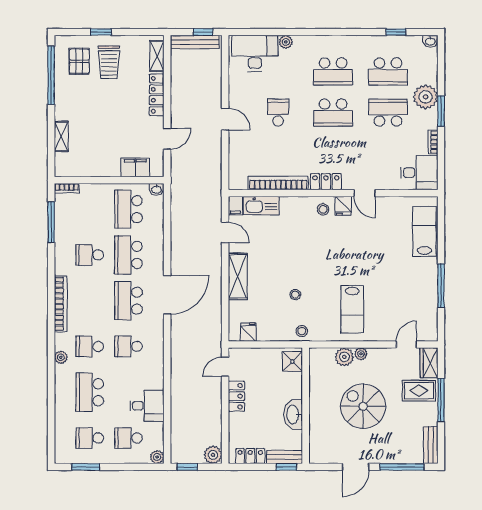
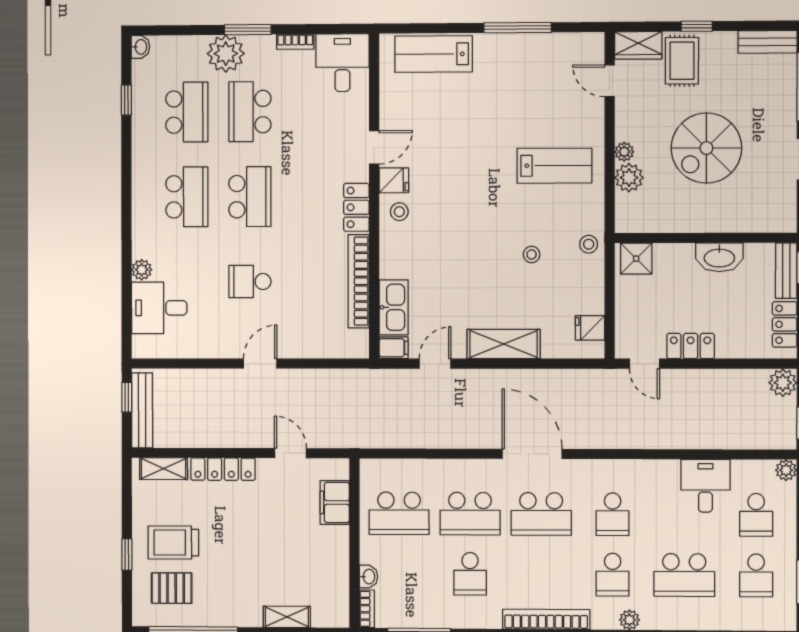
desk: (255, 53) -> (159, 308), width x0.73
trolley: (109, 62) -> (173, 543), turned 180
washbasin: (157, 189) -> (369, 577), moved
window: (441, 400) -> (697, 26), width x0.46

